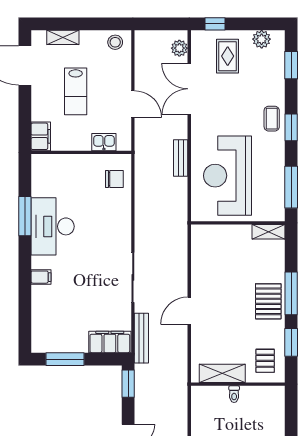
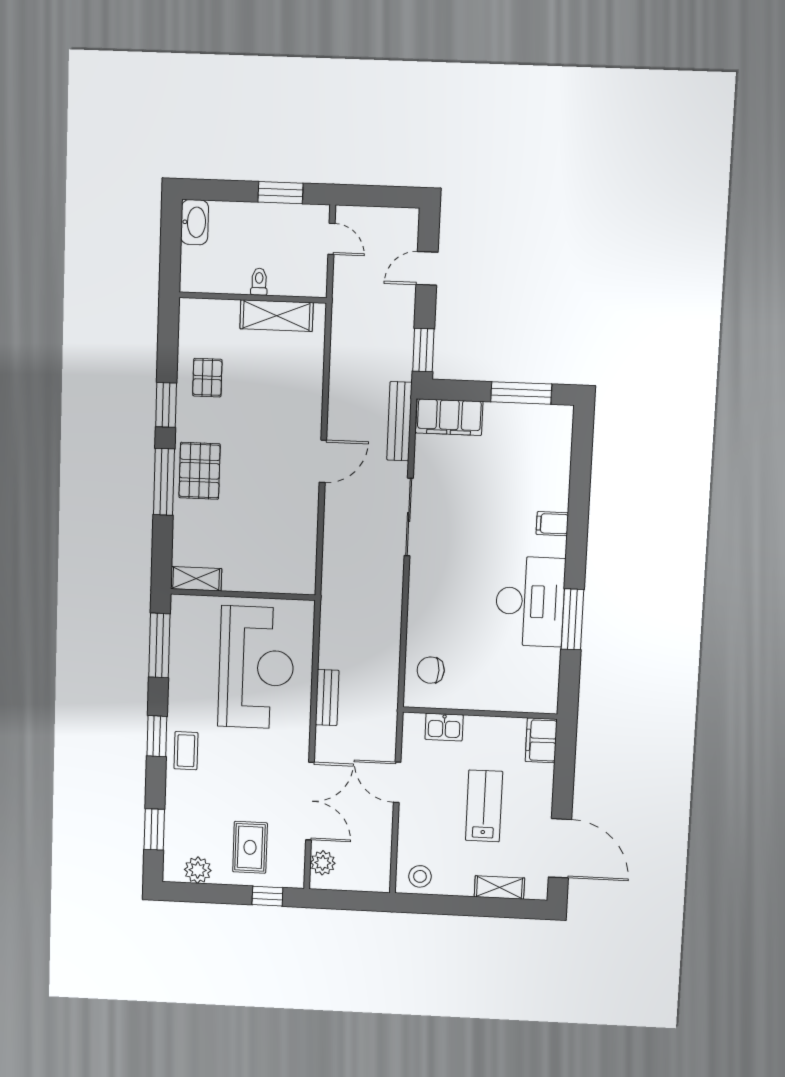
shelving: (222, 373) -> (277, 316), moved
wall: (238, 384) -> (253, 297), moved
toilet: (234, 394) -> (259, 282), moved

